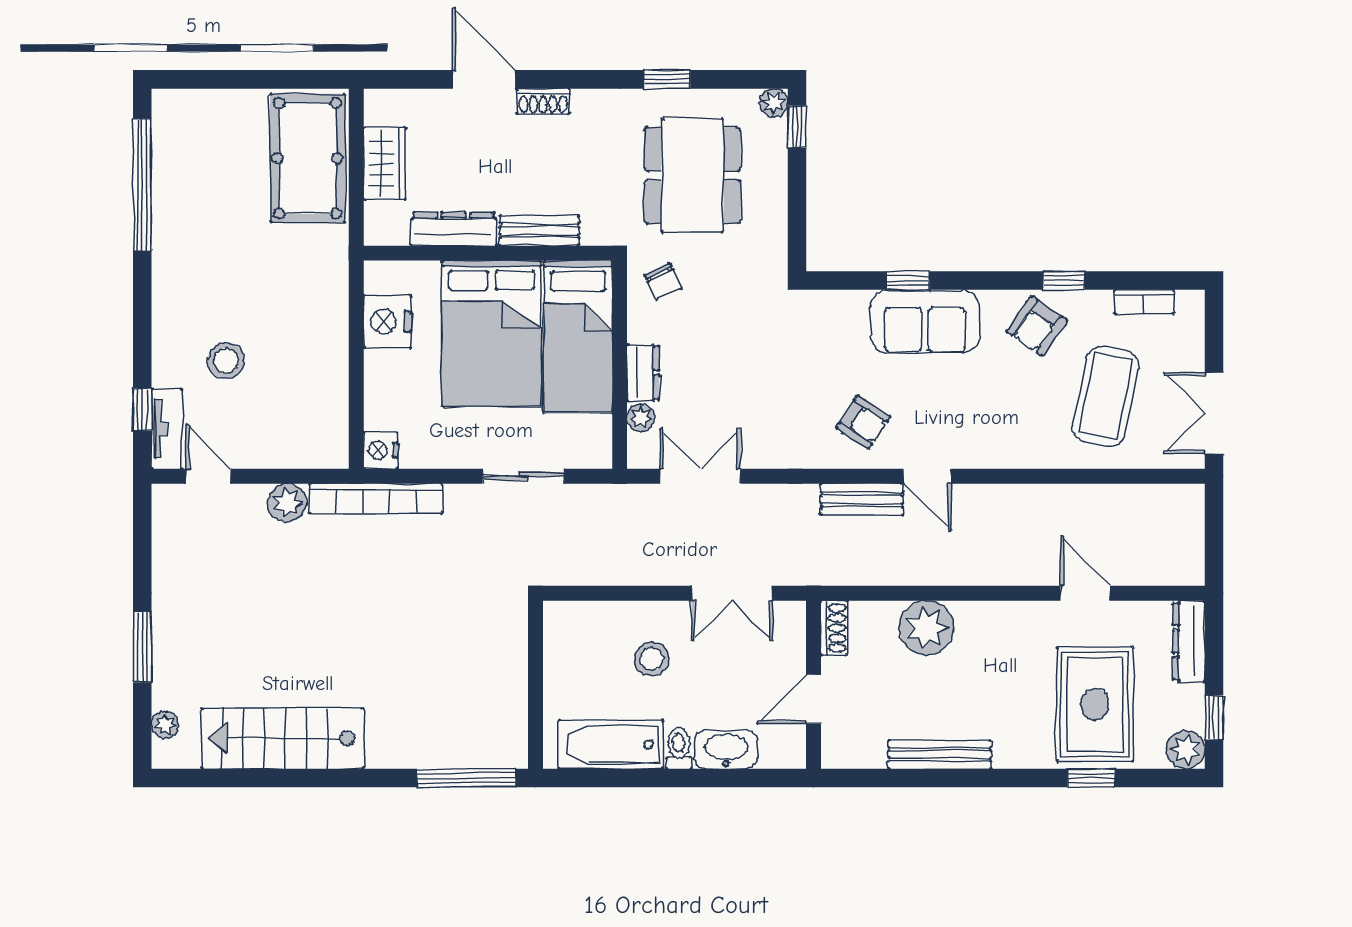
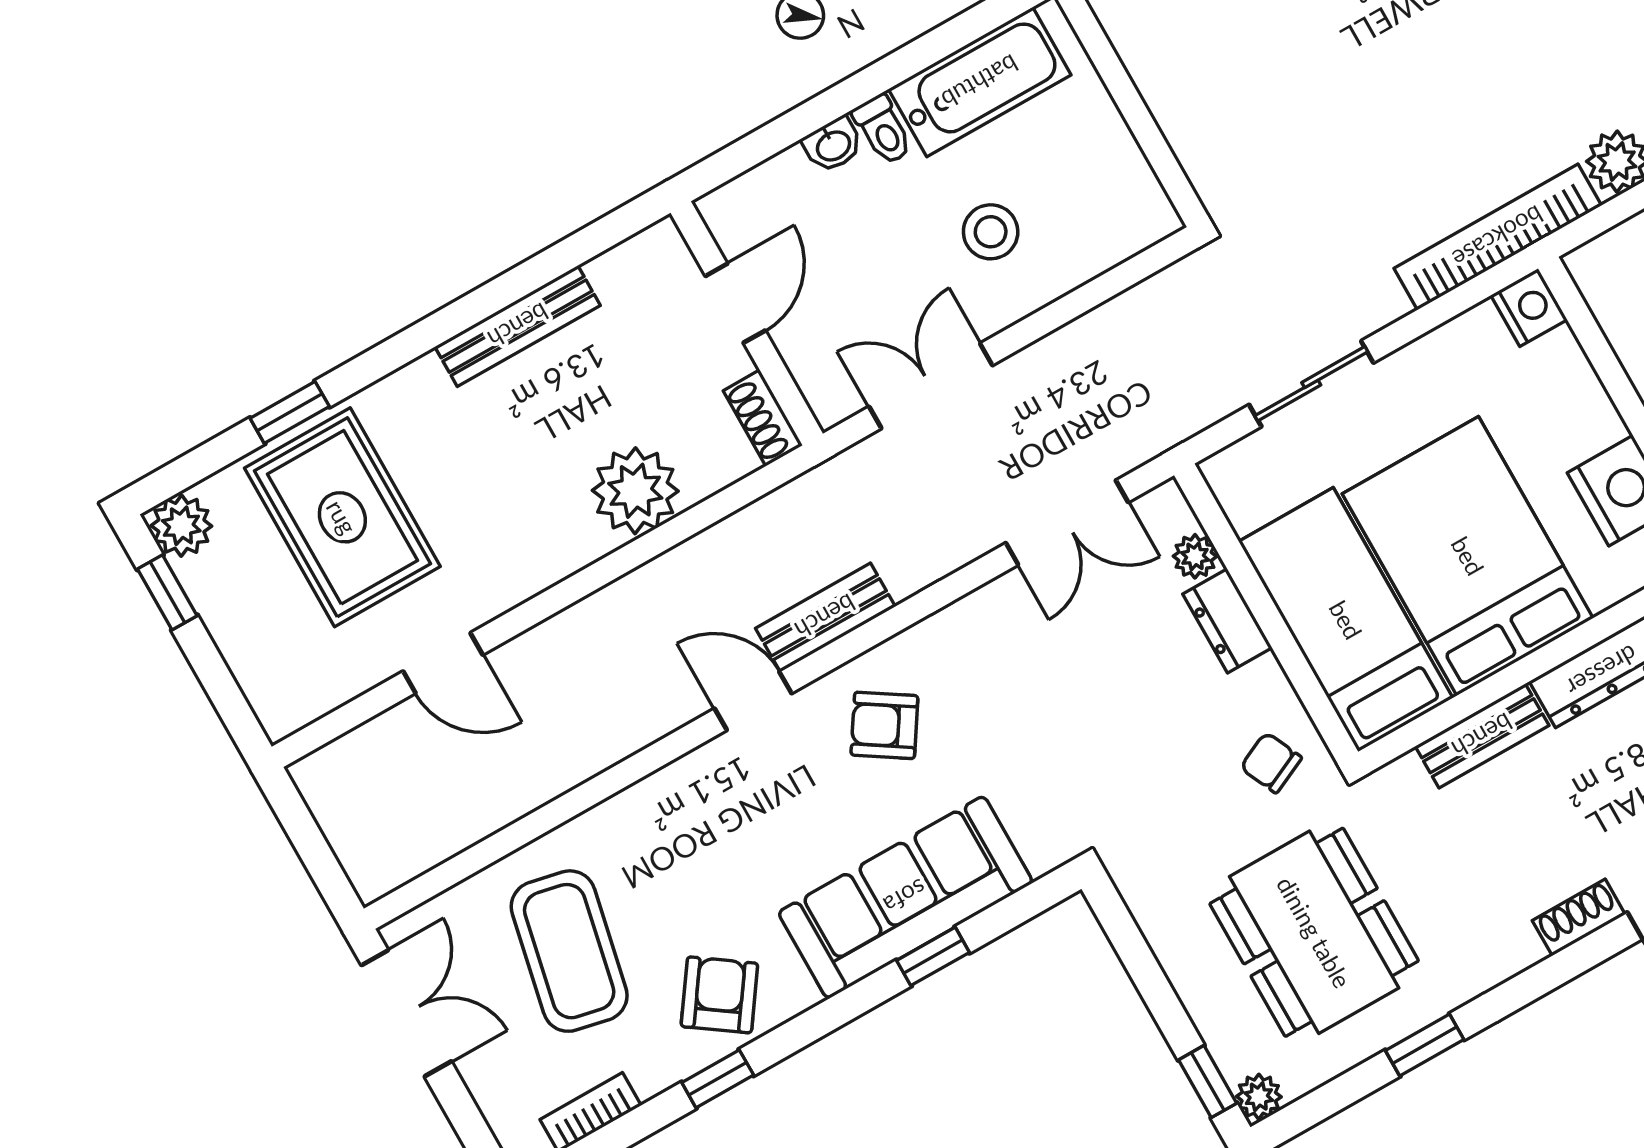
sofa: (925, 321) -> (905, 897), width x1.36
dresser: (1189, 641) -> (262, 678), removed
washbasin: (726, 750) -> (833, 145), width x0.52, depth x0.69

